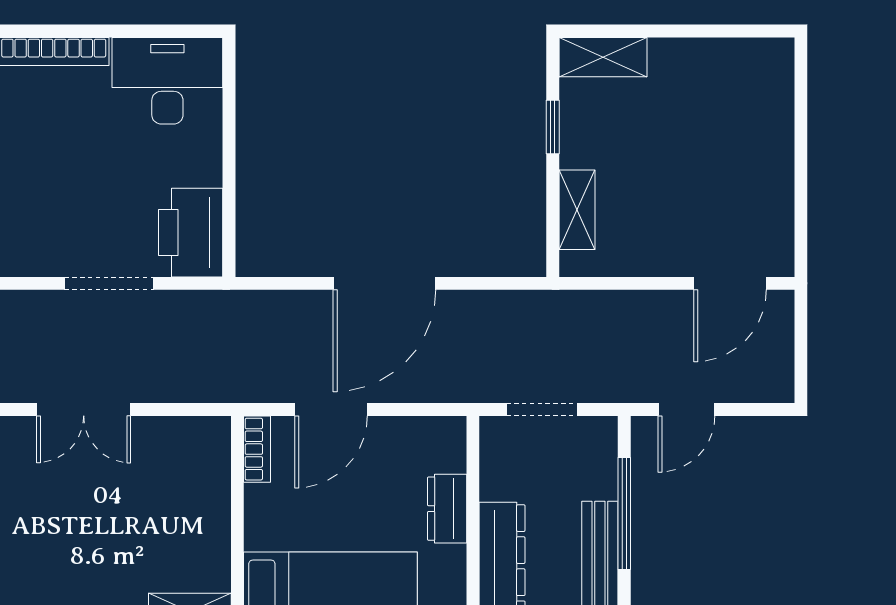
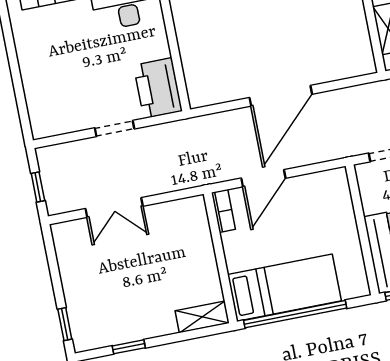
doorway: (109, 283) -> (114, 128), width x0.73
dresser: (447, 509) -> (345, 224), removed

